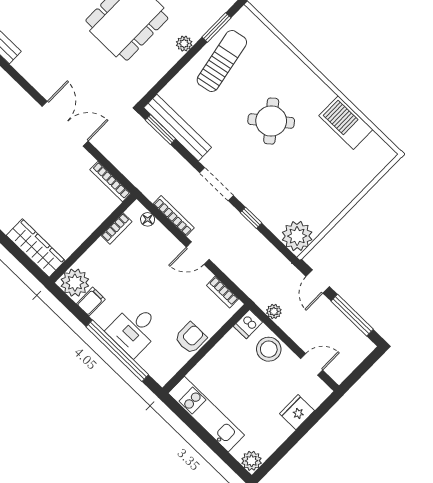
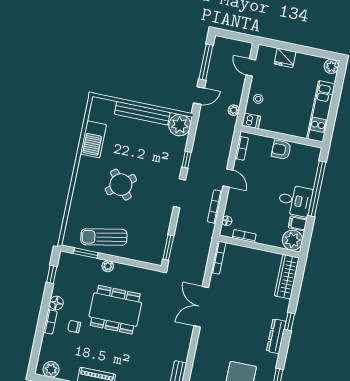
bench: (178, 128) -> (142, 113), moved, turned 90
desk: (134, 330) -> (295, 200), moved
stool: (269, 349) -> (258, 99), width x0.53, depth x0.53

